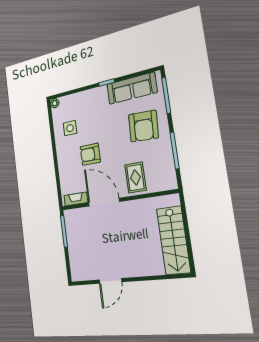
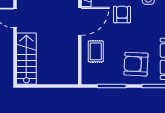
rug: (135, 178) -> (96, 51), turned 90
stairs: (173, 240) -> (26, 59), moved, turned 90

